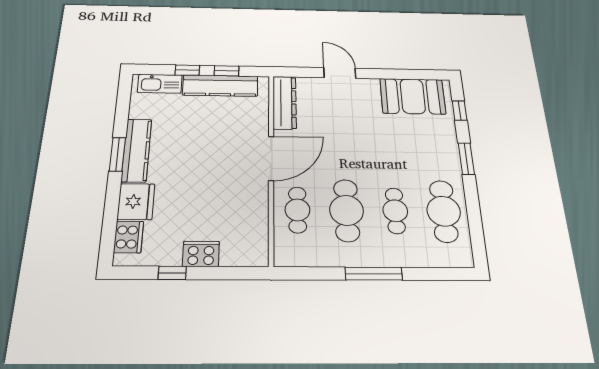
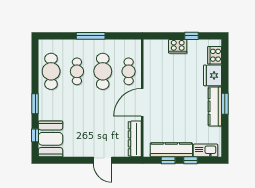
booth: (413, 96) -> (50, 139), moved, turned 90

